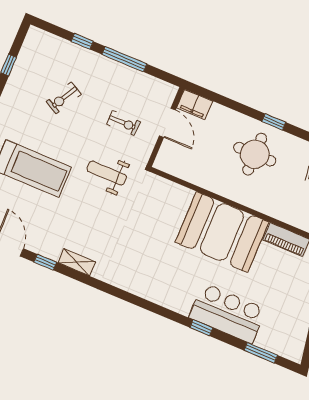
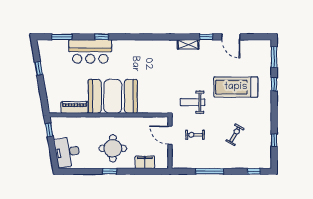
window: (82, 41) -> (254, 171), moved
filing cabinet: (195, 105) -> (145, 162), moved
door: (167, 123) -> (170, 135), moved
weight bench: (107, 173) -> (192, 102), turned 180

